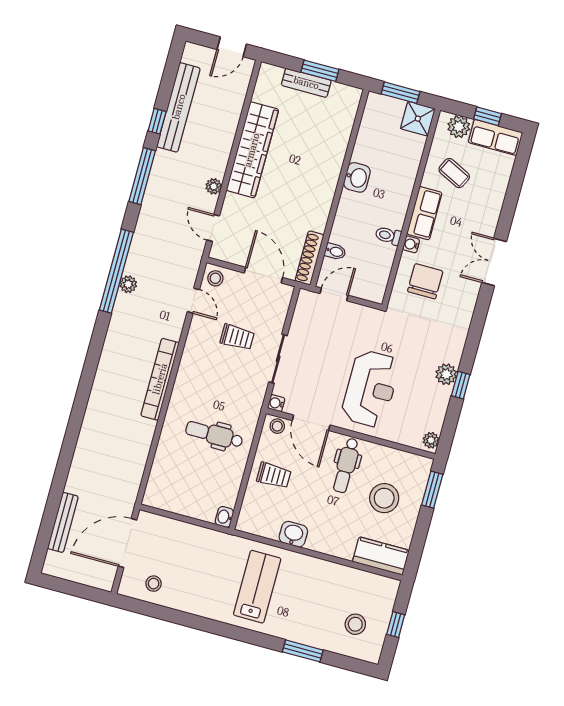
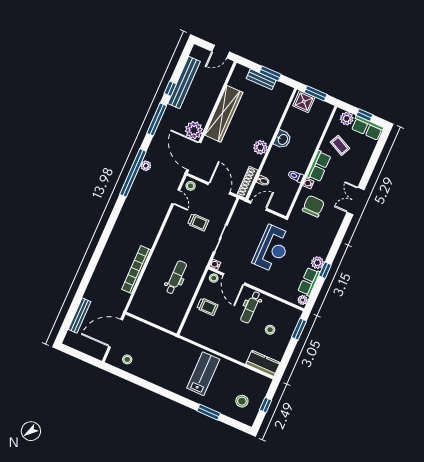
shower: (418, 119) -> (304, 102), moved
plant: (214, 186) -> (194, 130), width x1.87, depth x1.87
plant: (322, 196) -> (260, 147), added
door: (213, 228) -> (194, 156), width x1.88
plant: (128, 284) -> (146, 166), moved
bookcase: (160, 379) -> (136, 270), moved
reception desk: (371, 389) -> (272, 249), moved
row of seats: (437, 408) -> (309, 282), added
dental chair: (214, 435) -> (176, 277), turned 90
stool: (384, 498) -> (270, 330), width x0.53, depth x0.53
washbasin: (224, 517) -> (175, 327), removed
washbasin: (293, 534) -> (214, 343), removed
lab bench: (257, 587) -> (203, 374), moved

